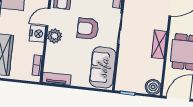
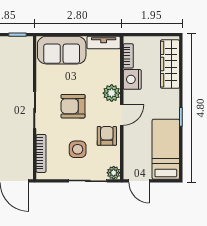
armchair: (88, 29) -> (73, 106), turned 180
nightstand: (37, 34) -> (132, 79), moved
sofa: (103, 67) -> (62, 50), moved, turned 90

